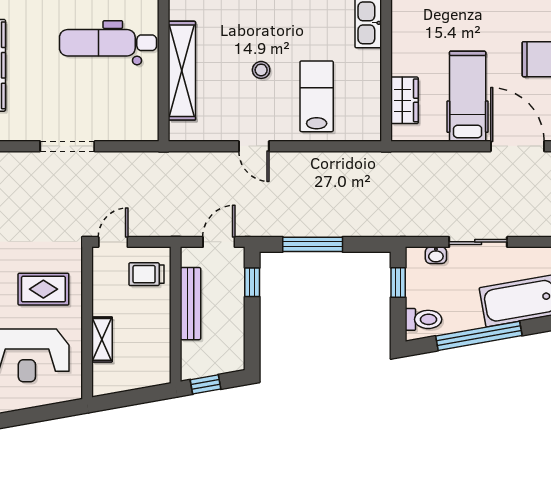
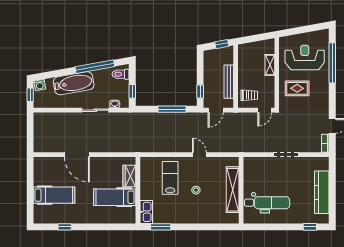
lab bench: (317, 96) -> (170, 178), turned 180
hospital bed: (468, 96) -> (115, 197), moved, turned 90

